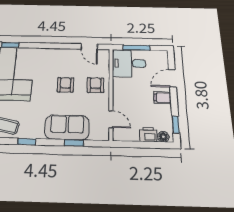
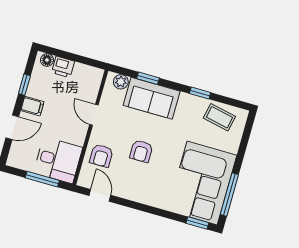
armchair: (95, 85) -> (101, 156), moved
door: (111, 119) -> (94, 115), moved
window: (176, 125) -> (24, 85), moved
plant: (96, 134) -> (121, 82), added

